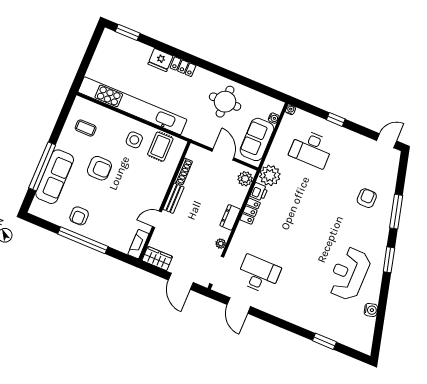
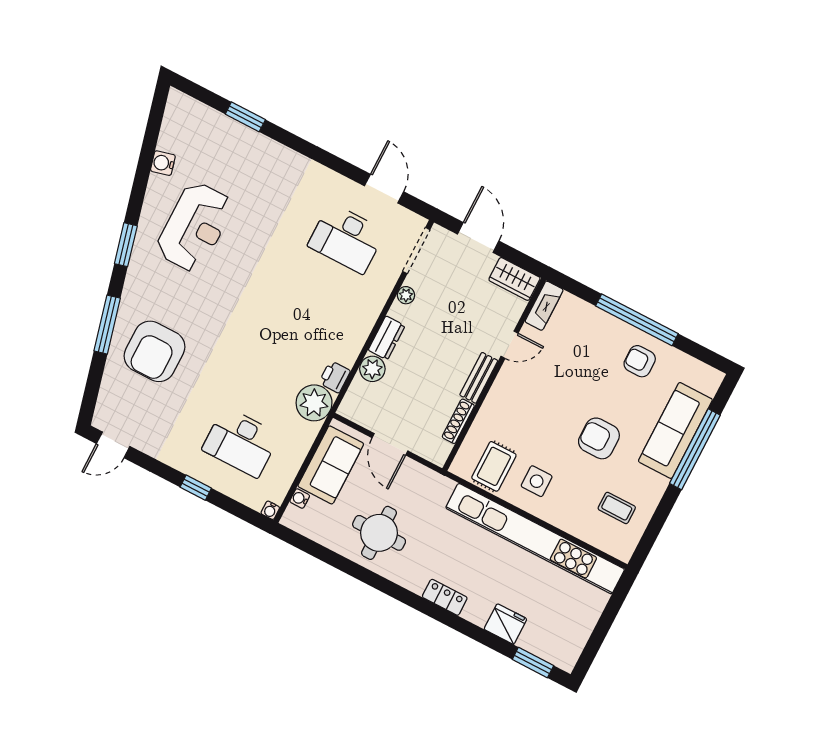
fridge: (160, 60) -> (505, 624), moved
desk: (311, 149) -> (241, 442), turned 180
plant: (245, 179) -> (372, 369), moved
armchair: (367, 198) -> (154, 351), width x1.88, depth x1.88
locker: (250, 211) -> (352, 346), removed
armchair: (79, 216) -> (640, 361), turned -90

